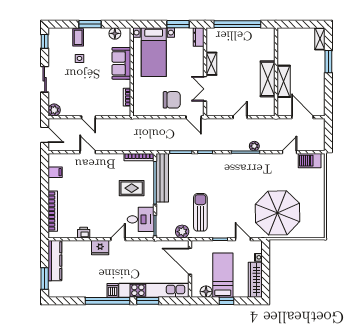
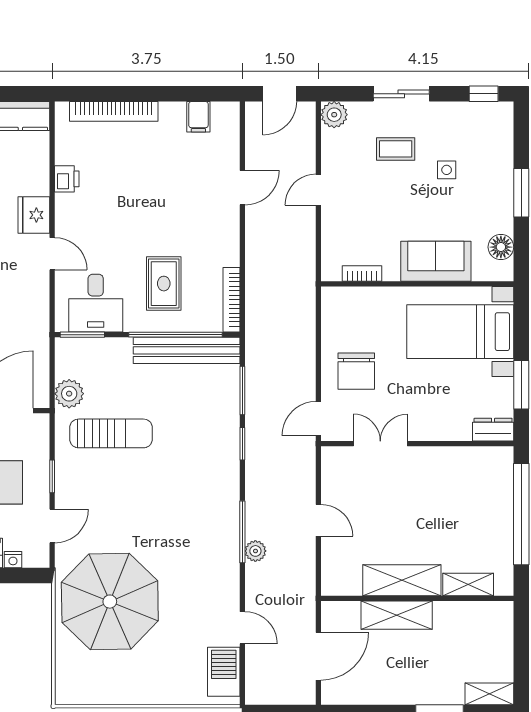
coffee table: (78, 37) -> (396, 149), moved
shelving: (211, 64) -> (468, 584), moved

